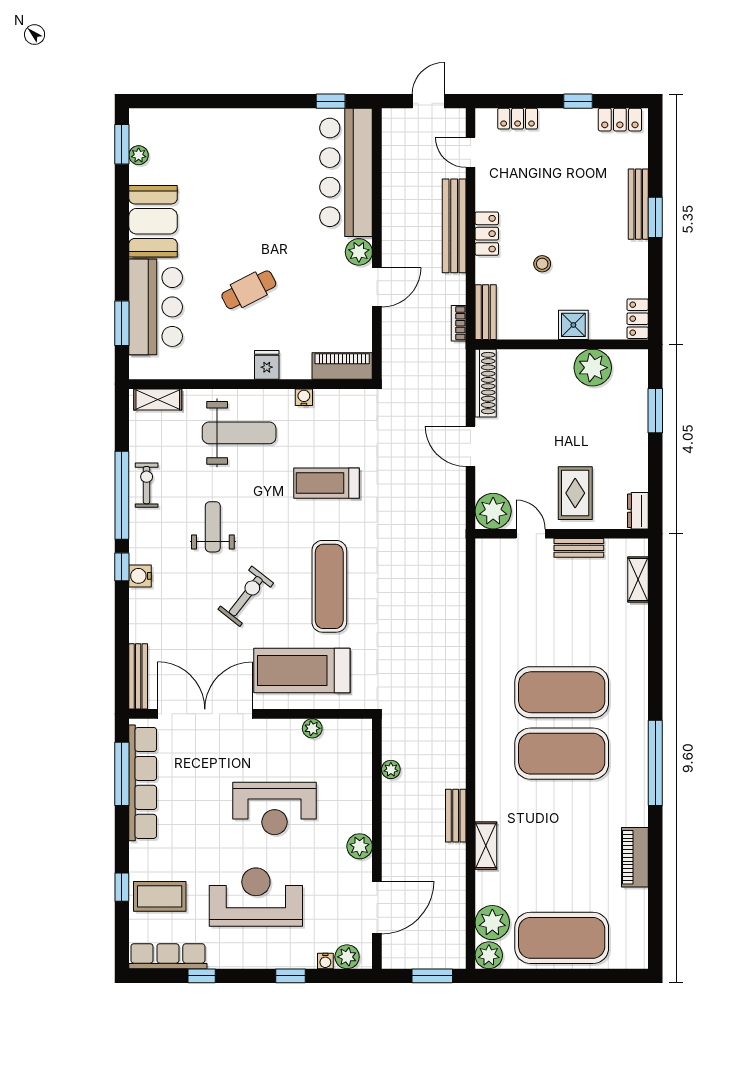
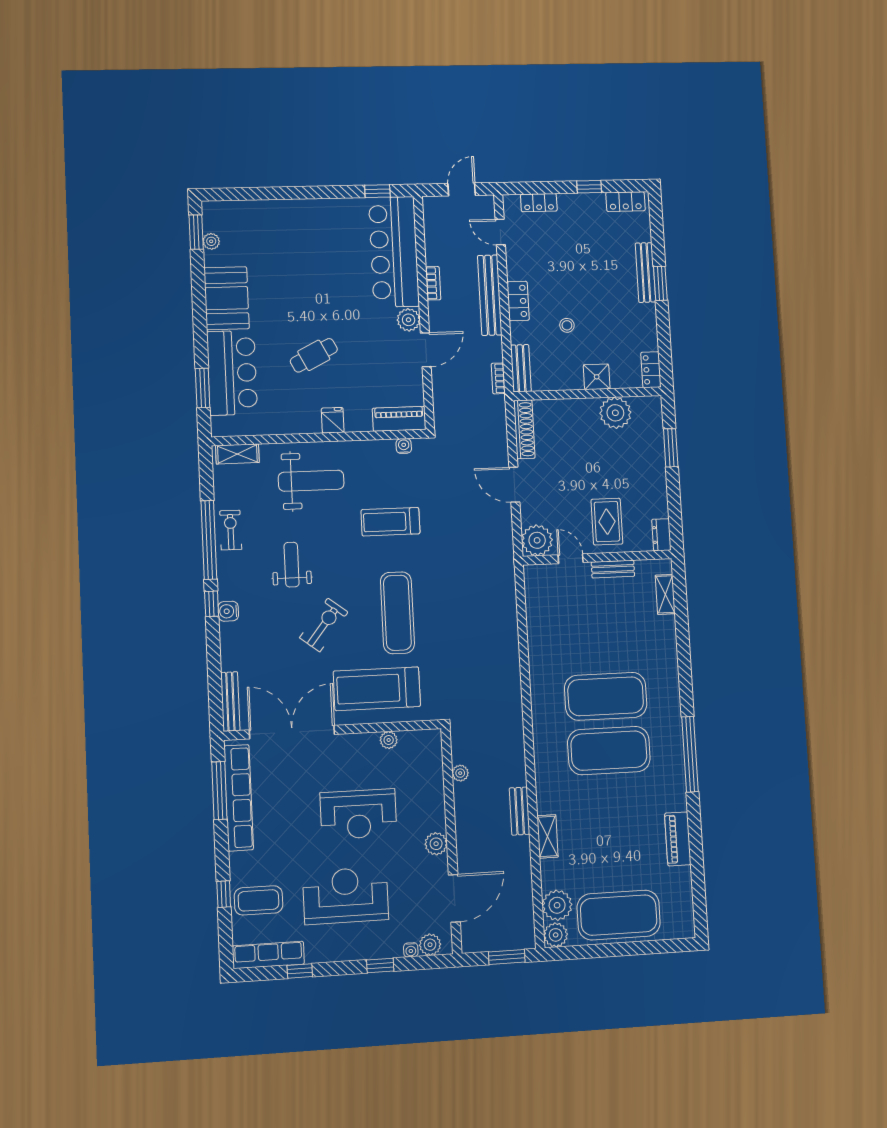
bookcase: (389, 210) -> (433, 283), added
water cooler: (304, 397) -> (404, 446), moved

